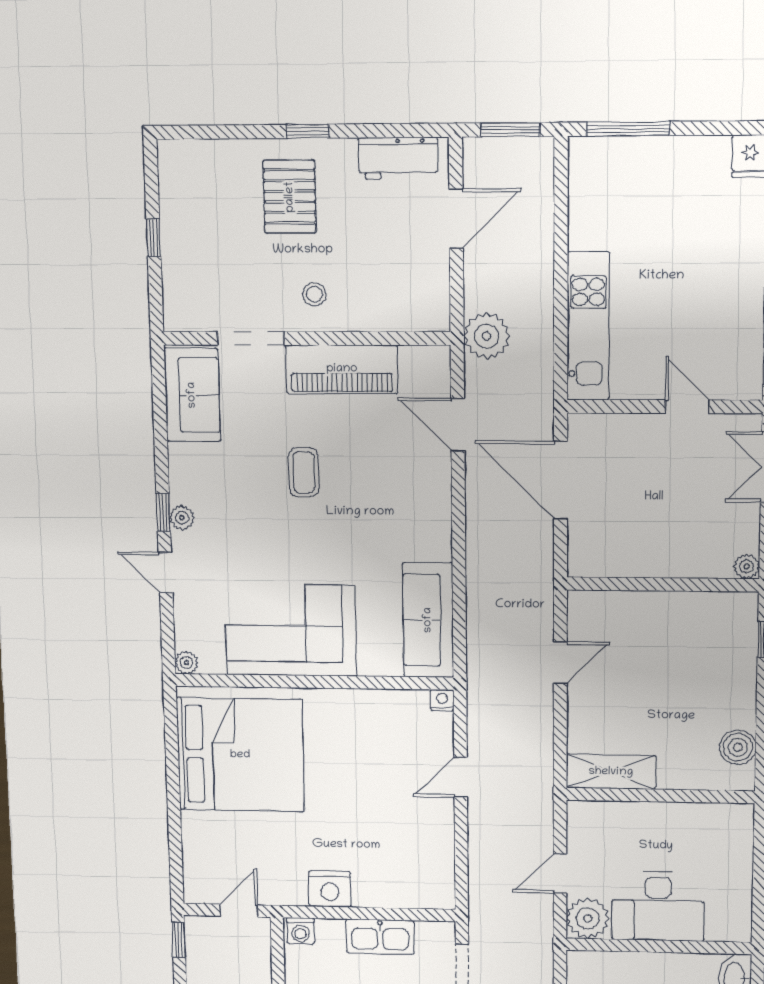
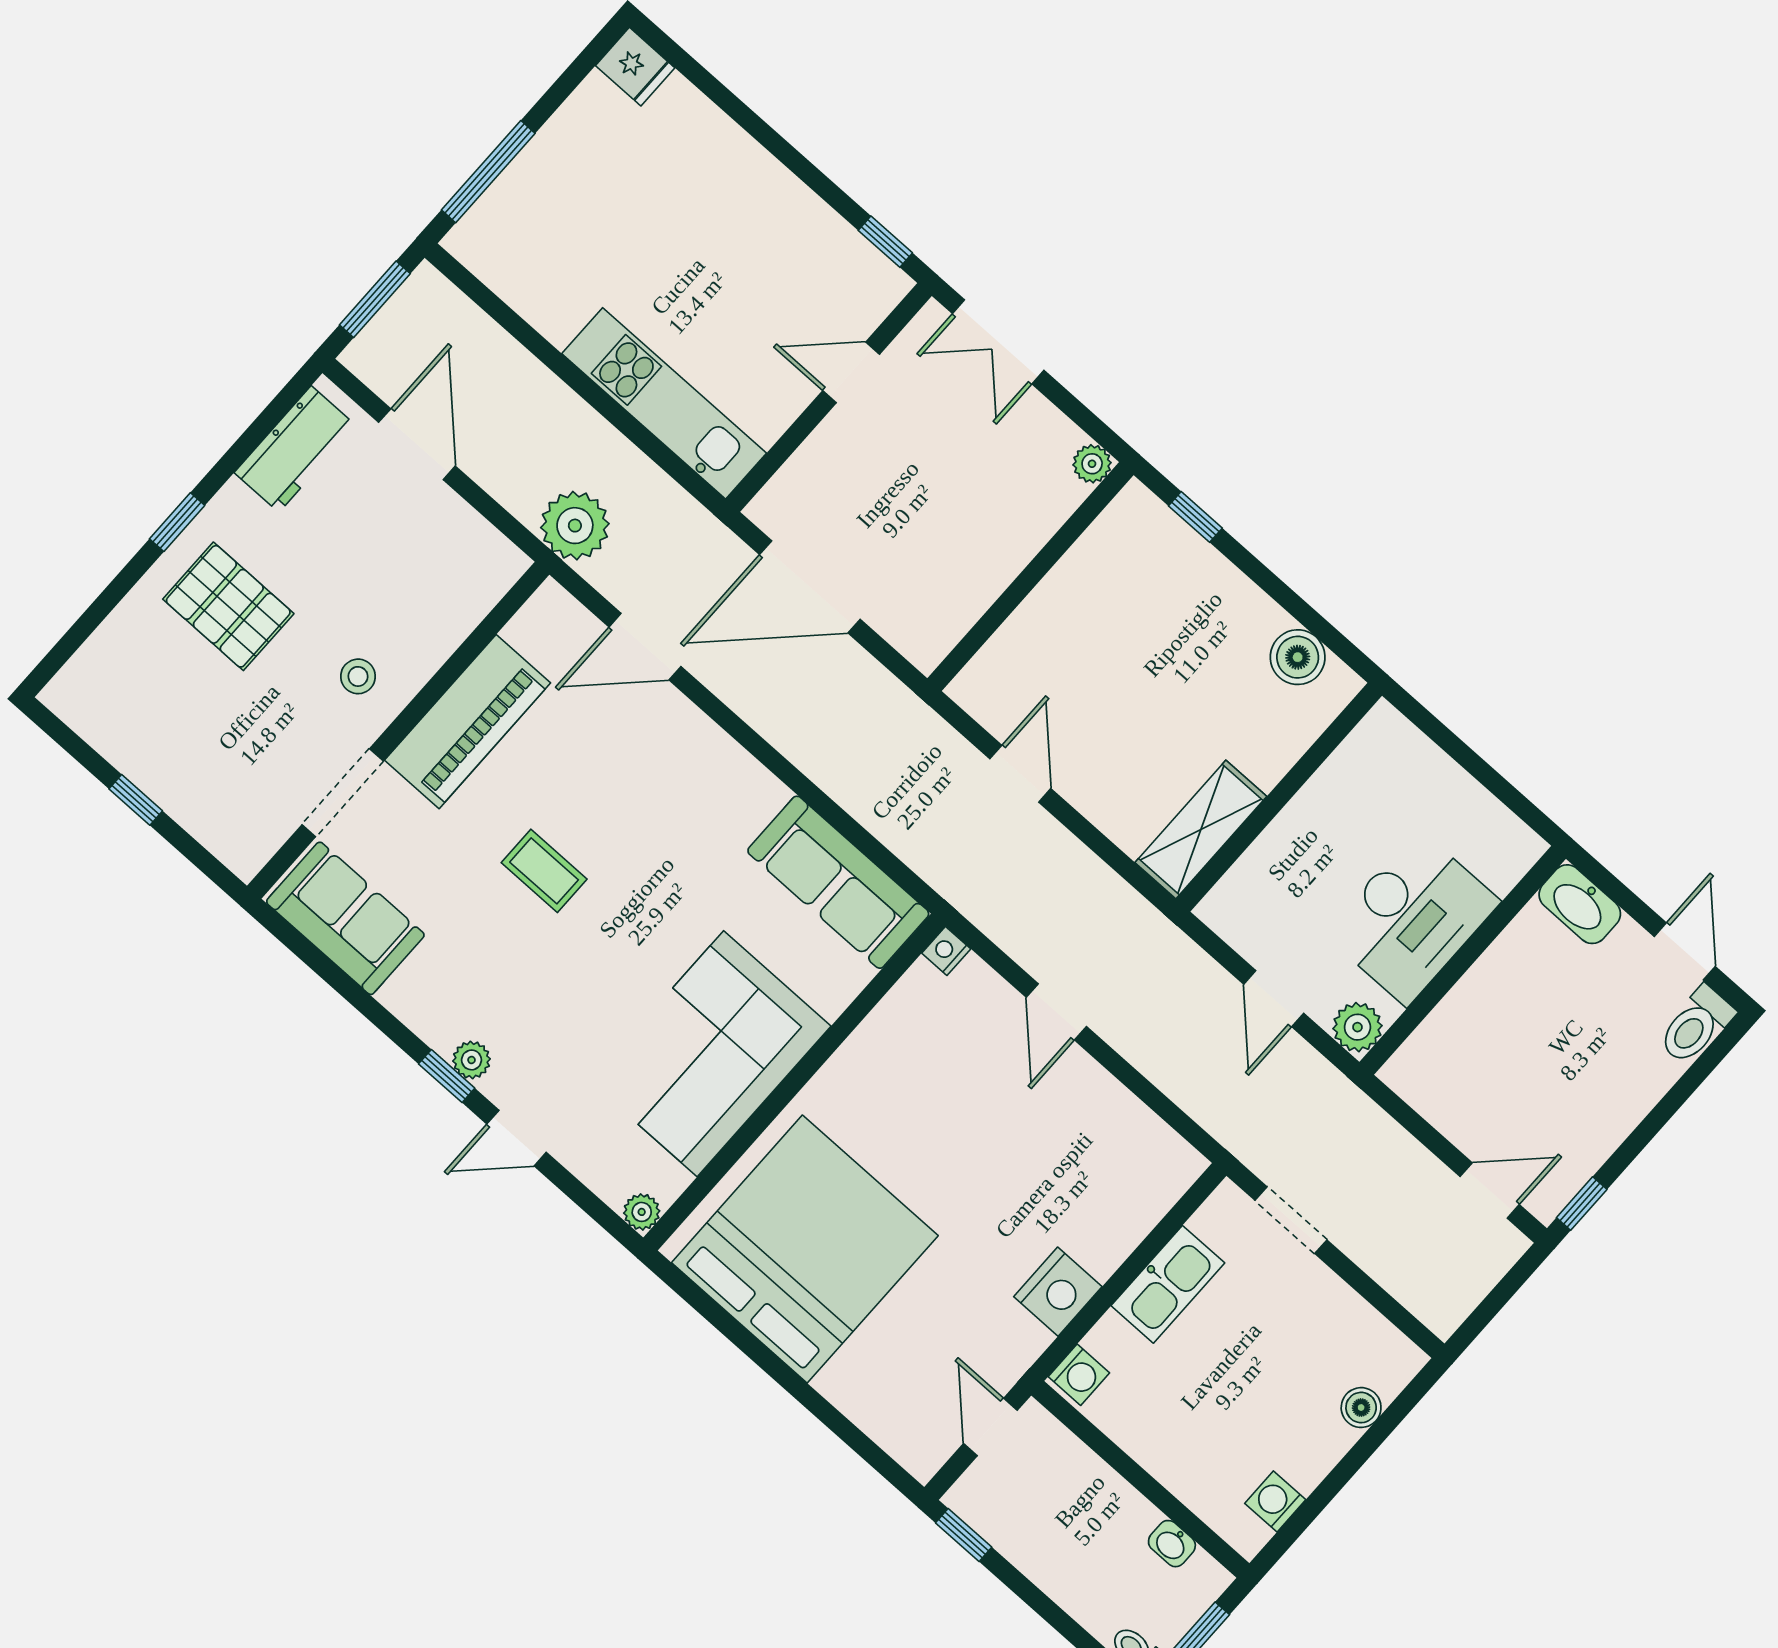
plant: (588, 918) -> (1357, 1027), width x0.73, depth x0.73

